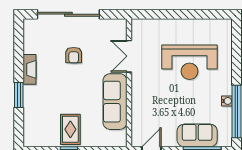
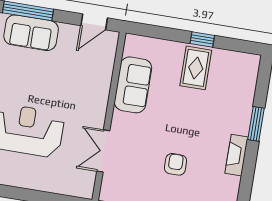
double door: (129, 56) -> (103, 151), swing flipped
sofa: (115, 102) -> (133, 85), width x0.73

